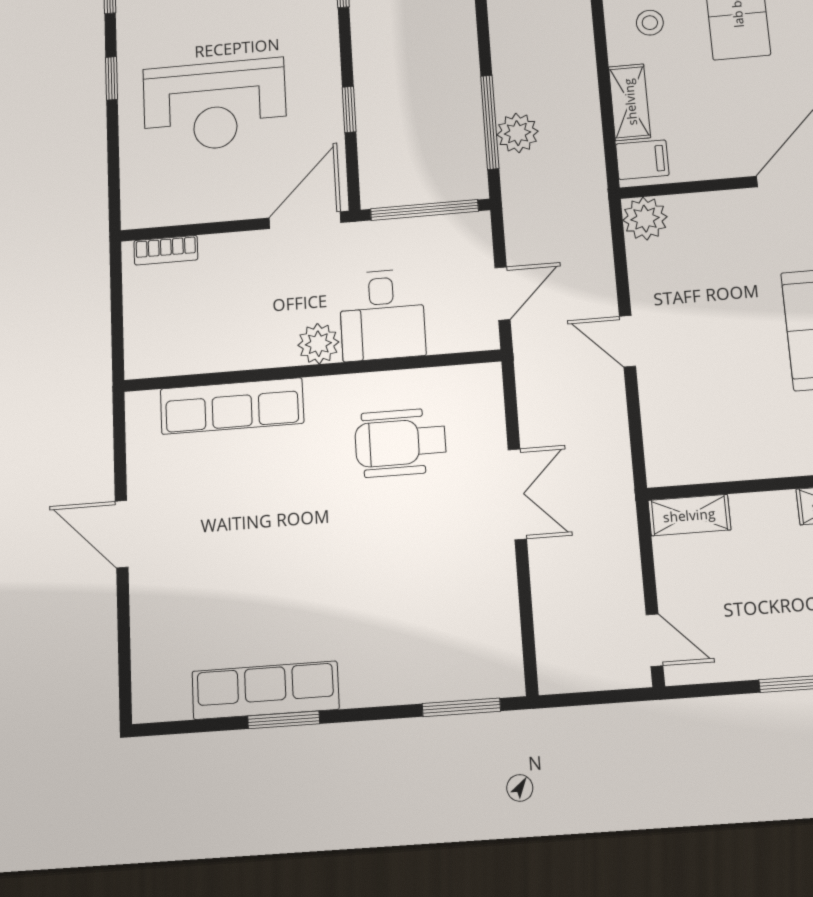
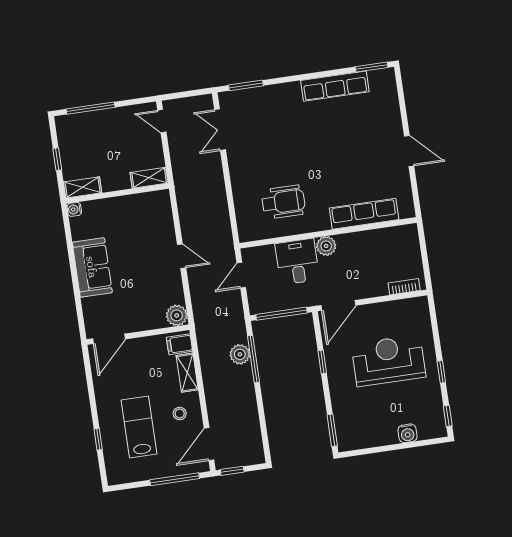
double door: (517, 494) -> (220, 130), moved
window: (284, 720) -> (372, 67), moved

